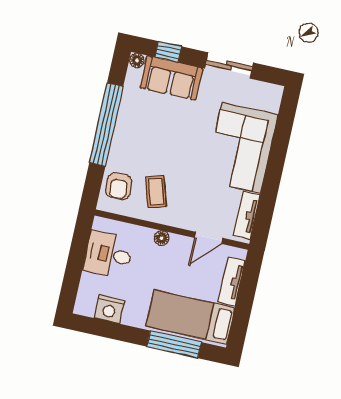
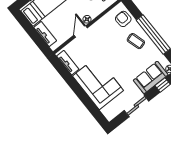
coffee table: (156, 192) -> (136, 41), moved
door: (209, 238) -> (81, 32), moved

